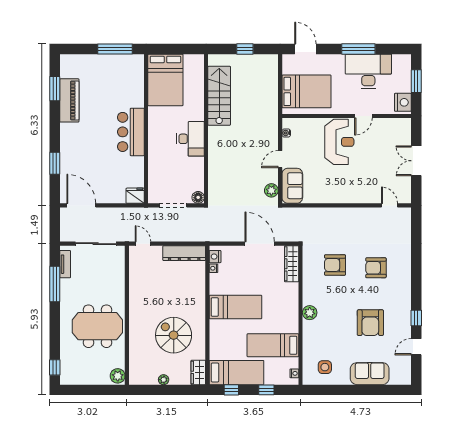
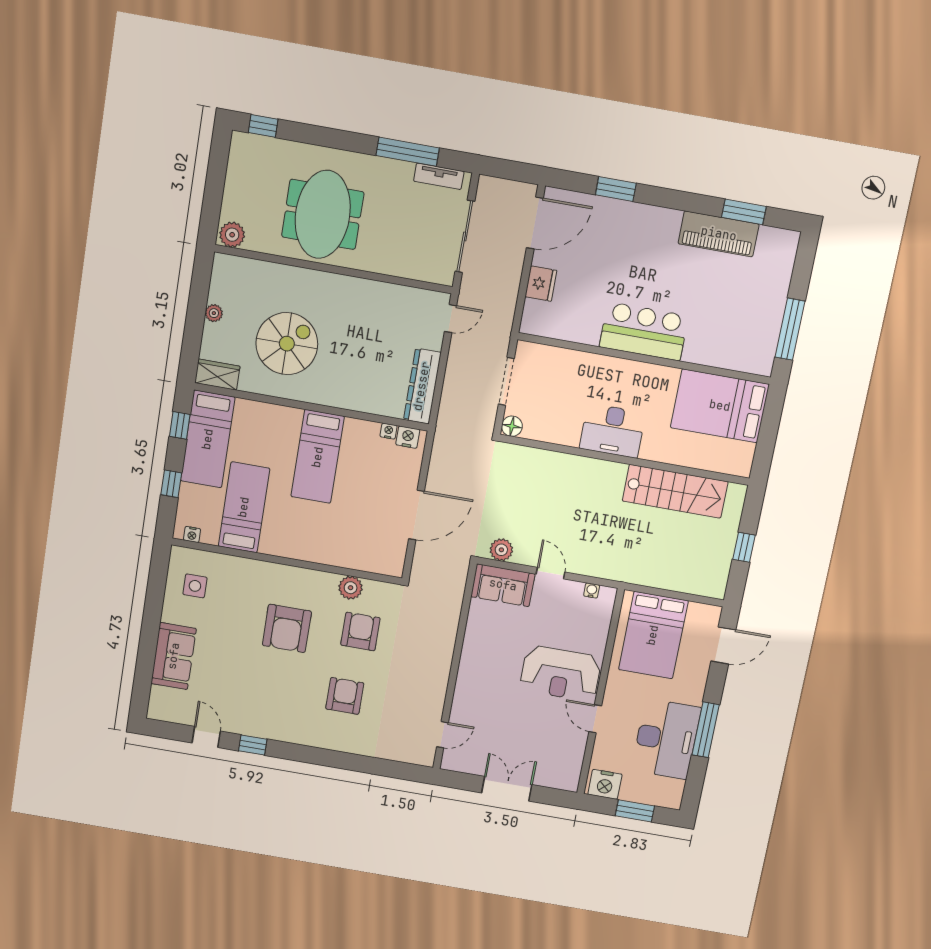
fridge: (135, 196) -> (541, 284), moved
wardrobe: (292, 264) -> (374, 562), removed
plant: (310, 313) -> (351, 588), moved
armchair: (370, 323) -> (287, 628), moved, turned -90

